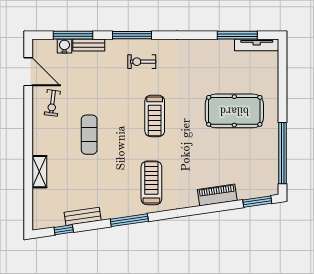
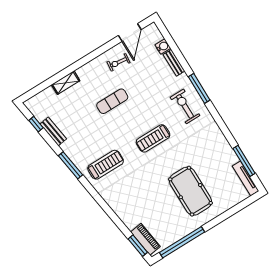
window: (73, 35) -> (174, 48), removed
exercise bike: (142, 62) -> (185, 106), width x1.38, depth x1.39
piano: (217, 195) -> (145, 239), moved

